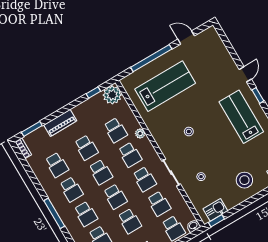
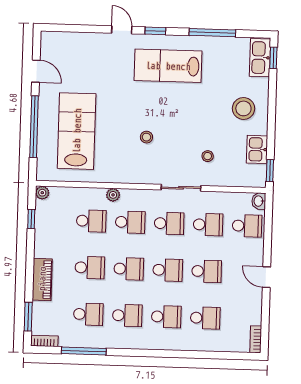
door: (186, 37) -> (36, 71), swing flipped
plant: (112, 95) -> (42, 193), width x0.53, depth x0.53
kitchen sink: (215, 210) -> (257, 149), moved
window: (54, 213) -> (84, 351), moved

